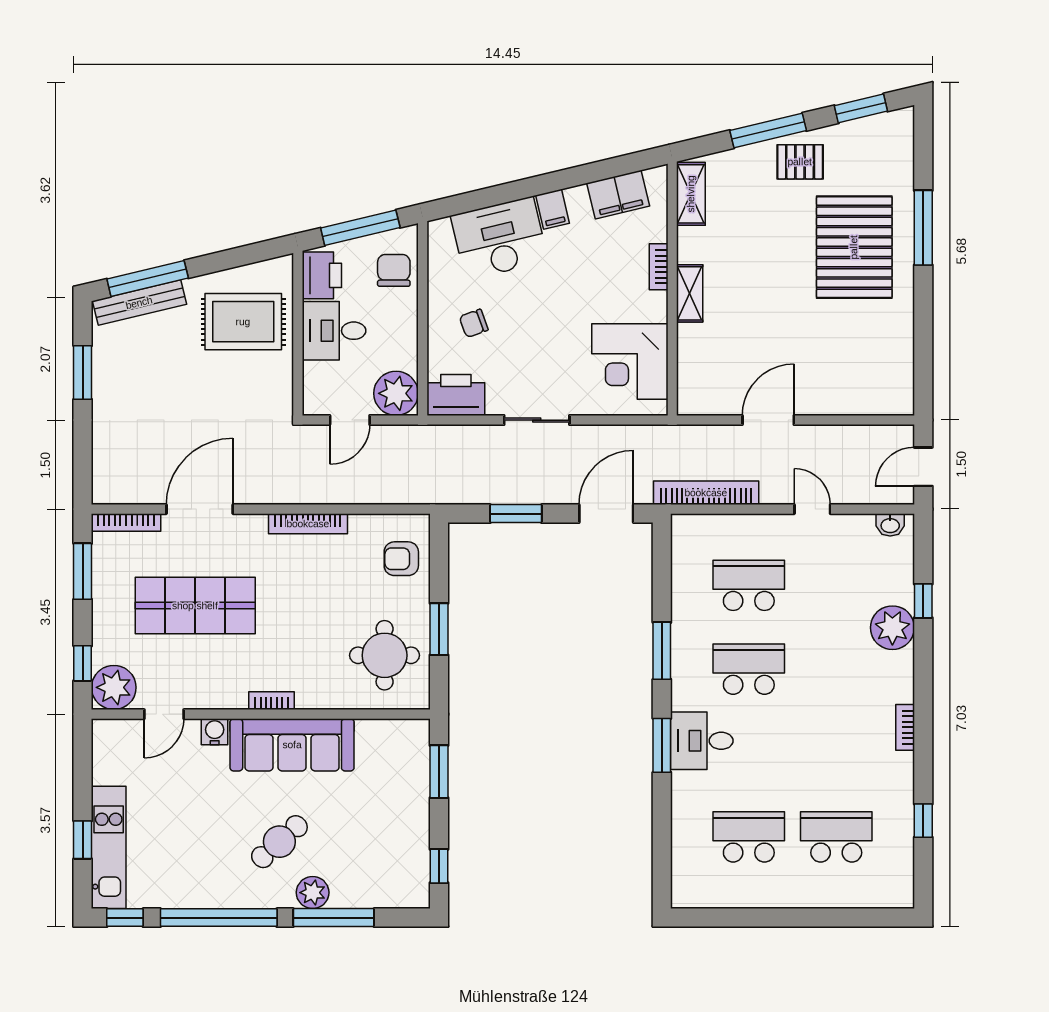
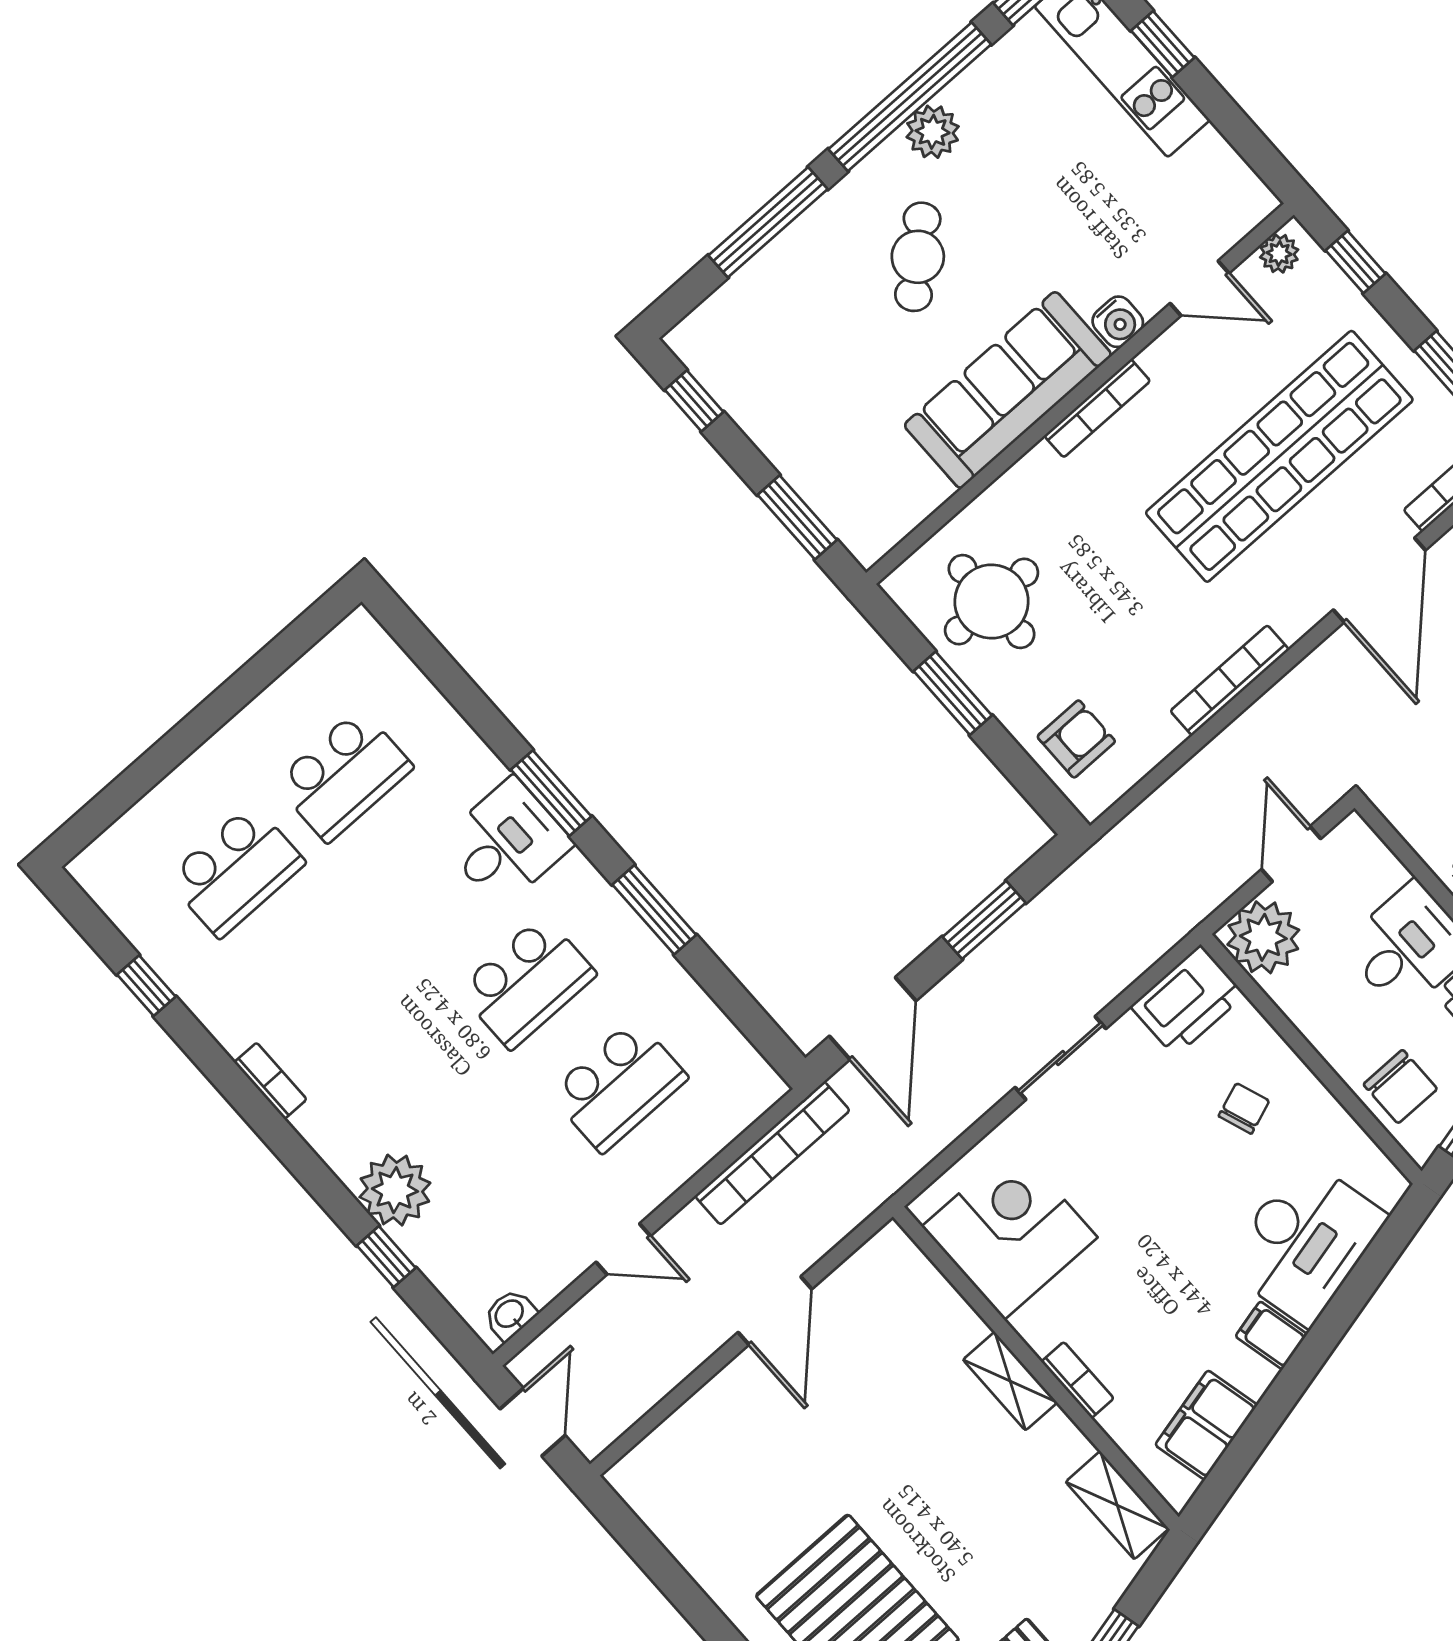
shop shelf: (195, 606) -> (1279, 456), width x1.40
plant: (114, 687) -> (1279, 253), width x0.53, depth x0.53
bookcase: (271, 701) -> (1097, 408), width x1.56
door: (164, 714) -> (1199, 288), swing flipped
plant: (313, 893) -> (933, 132), moved

